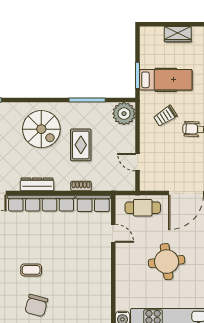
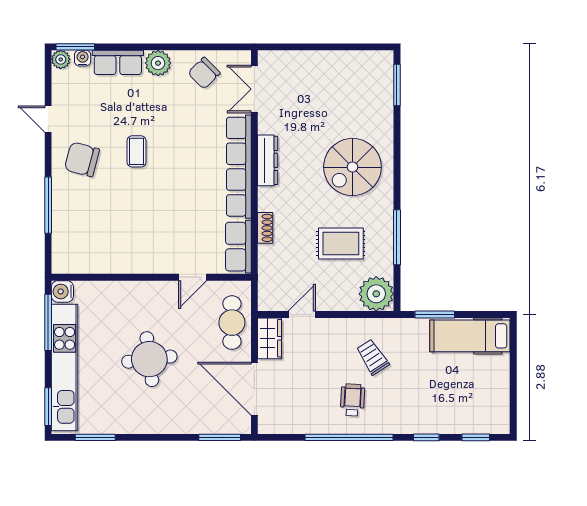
wardrobe: (178, 34) -> (270, 338), moved, turned 180
hospital bed: (166, 80) -> (470, 336), moved, turned 90
rug: (81, 145) -> (341, 244), moved

